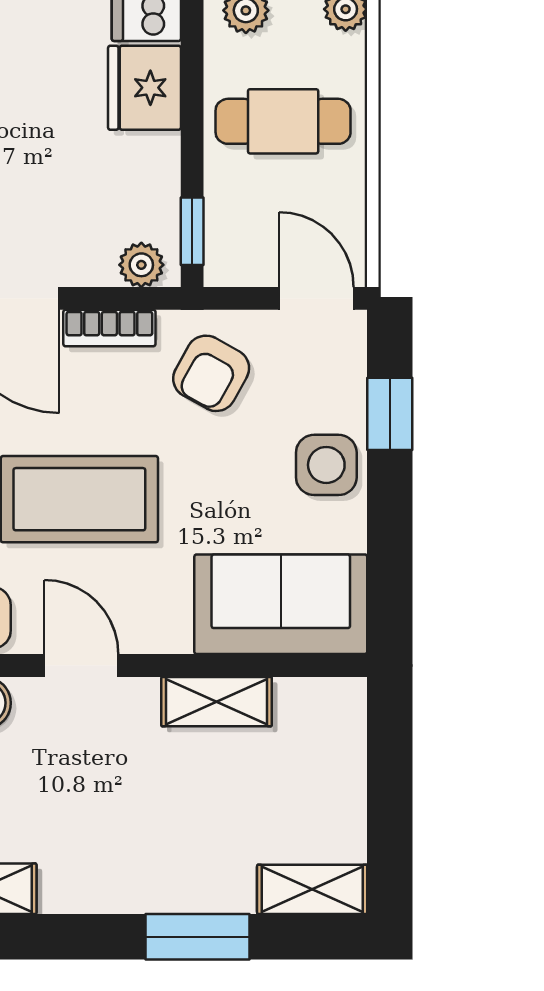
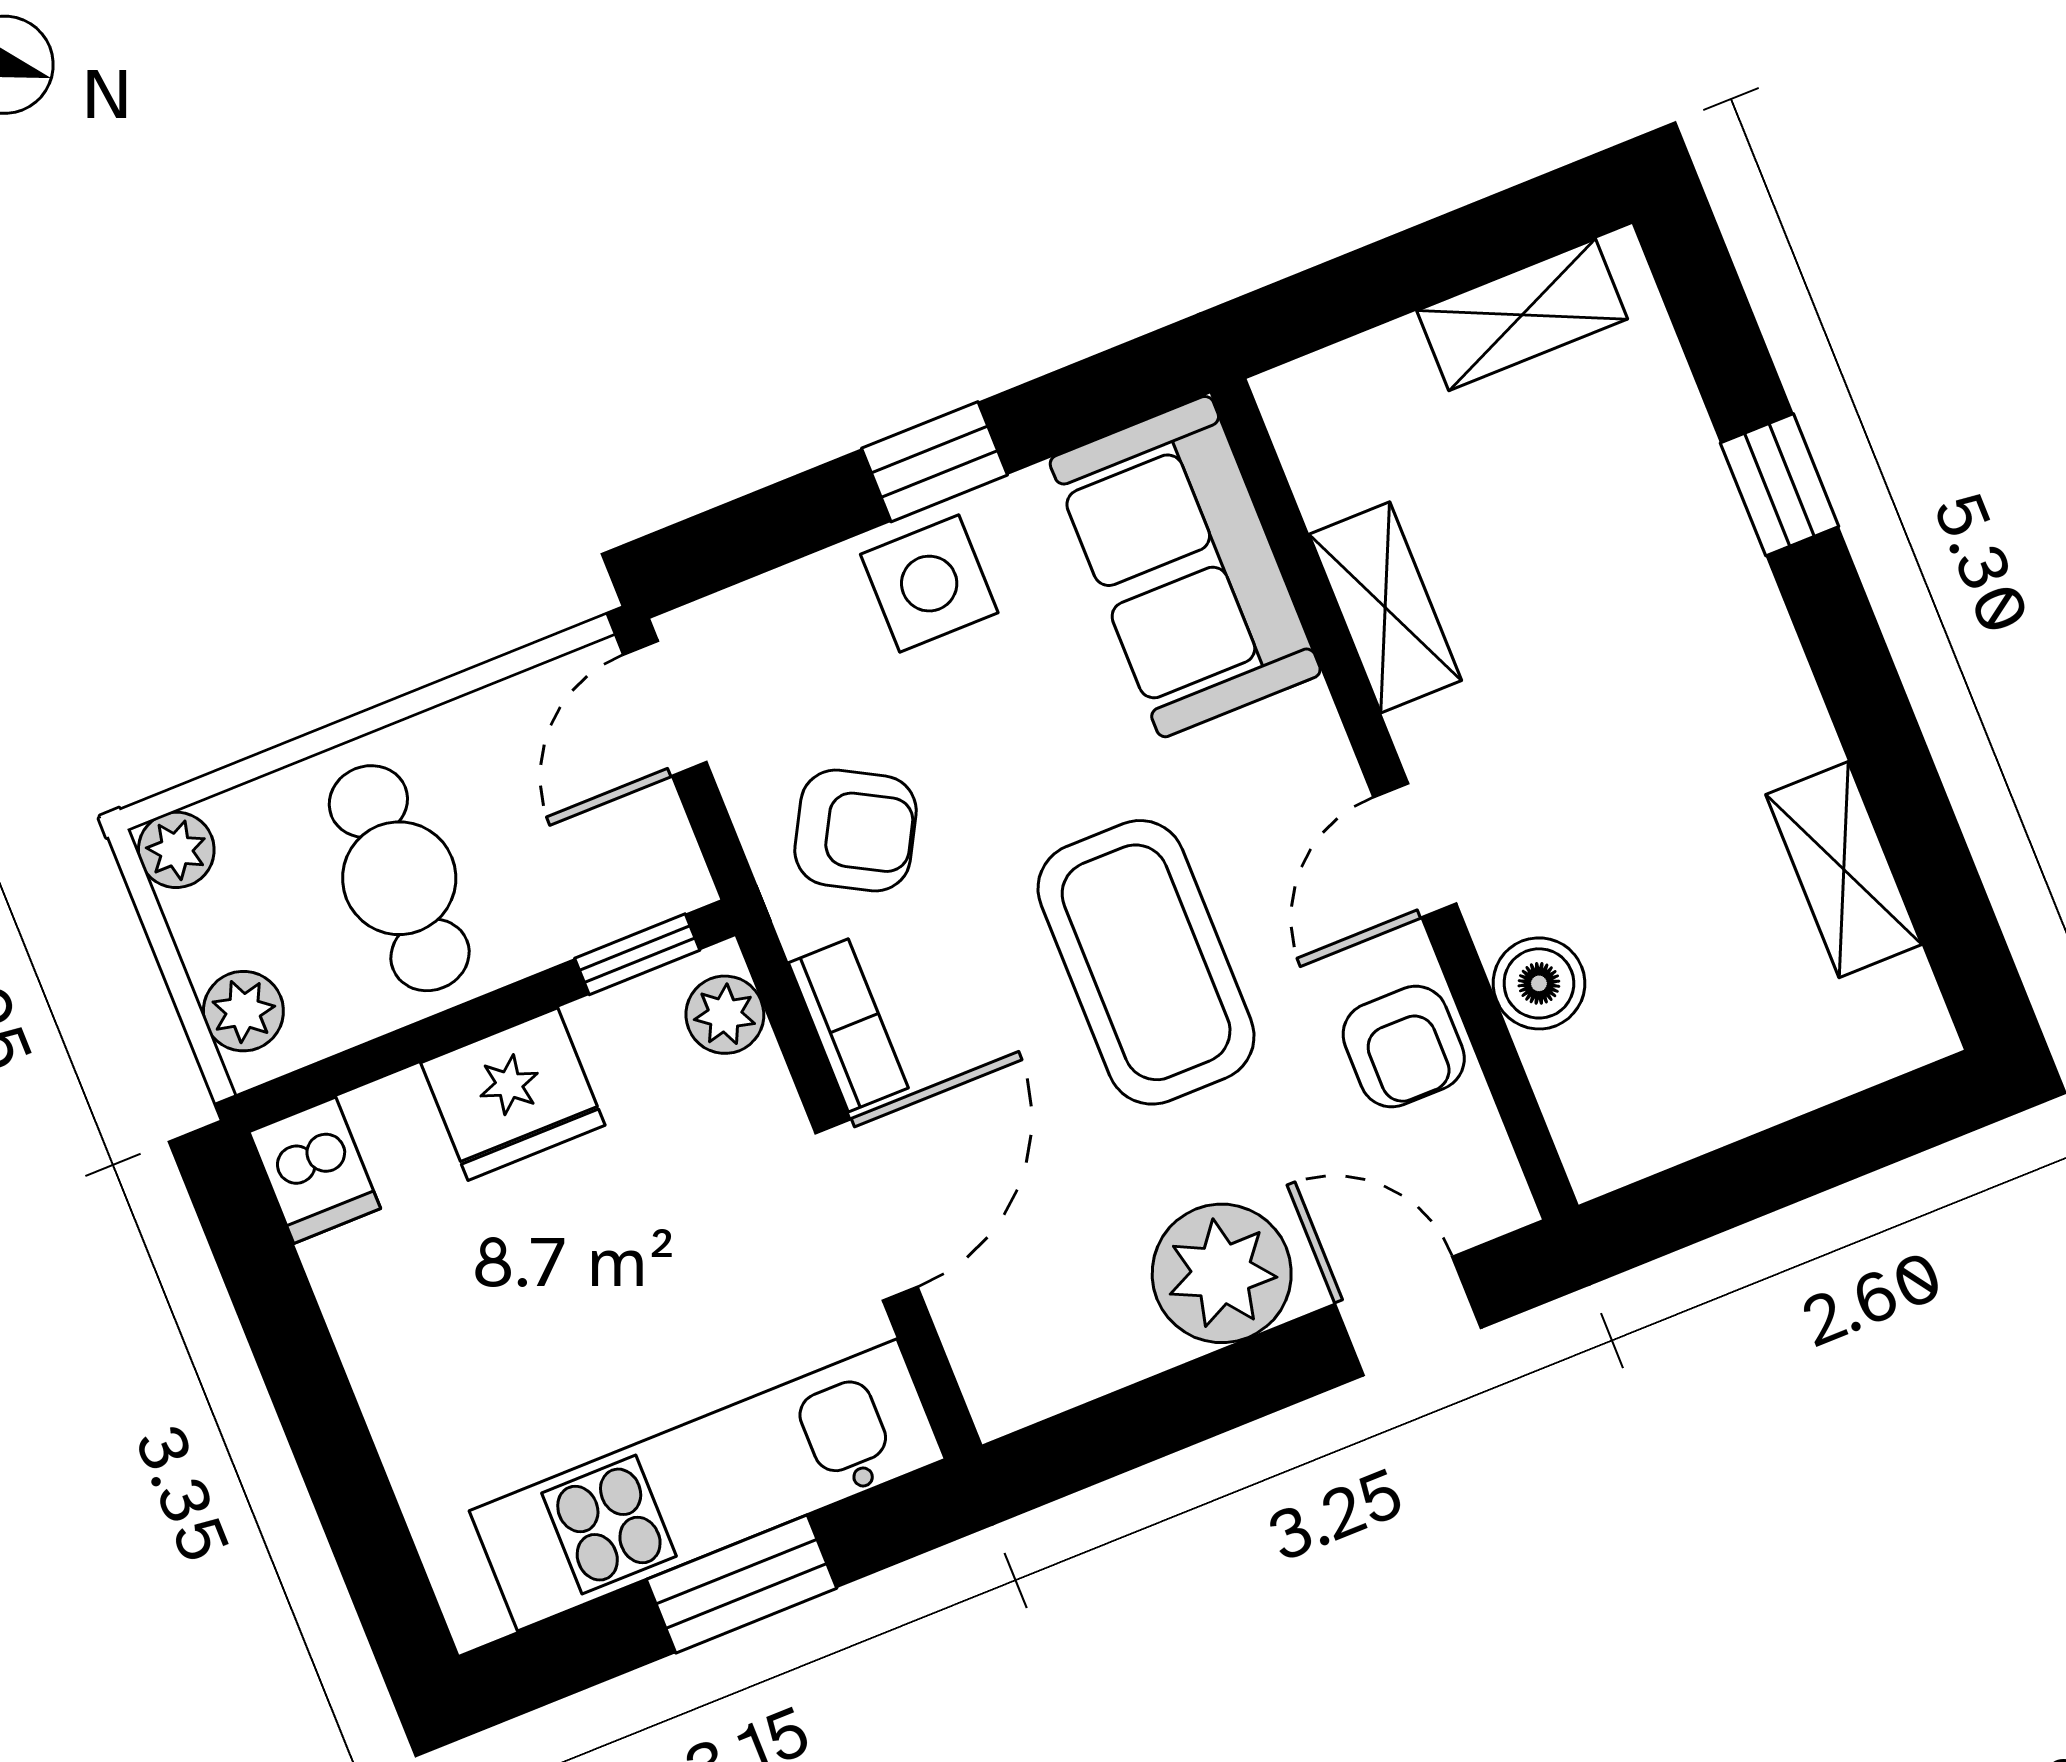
fridge: (144, 88) -> (513, 1094), moved
window: (390, 414) -> (934, 462), moved
shelving: (312, 889) -> (1522, 315), moved, turned 90
window: (198, 937) -> (1780, 485), width x0.67

